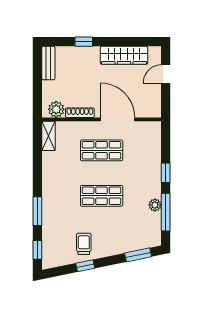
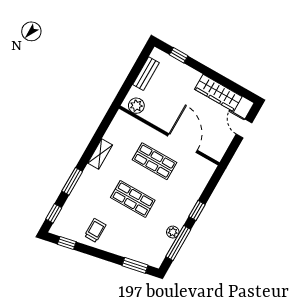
window: (84, 42) -> (179, 55), moved
bench: (48, 63) -> (146, 74), moved
door: (166, 74) -> (244, 128), hinge flipped
shoe rack: (80, 113) -> (154, 120), removed
shelving: (49, 136) -> (100, 154), moved
window: (85, 266) -> (67, 243), moved

